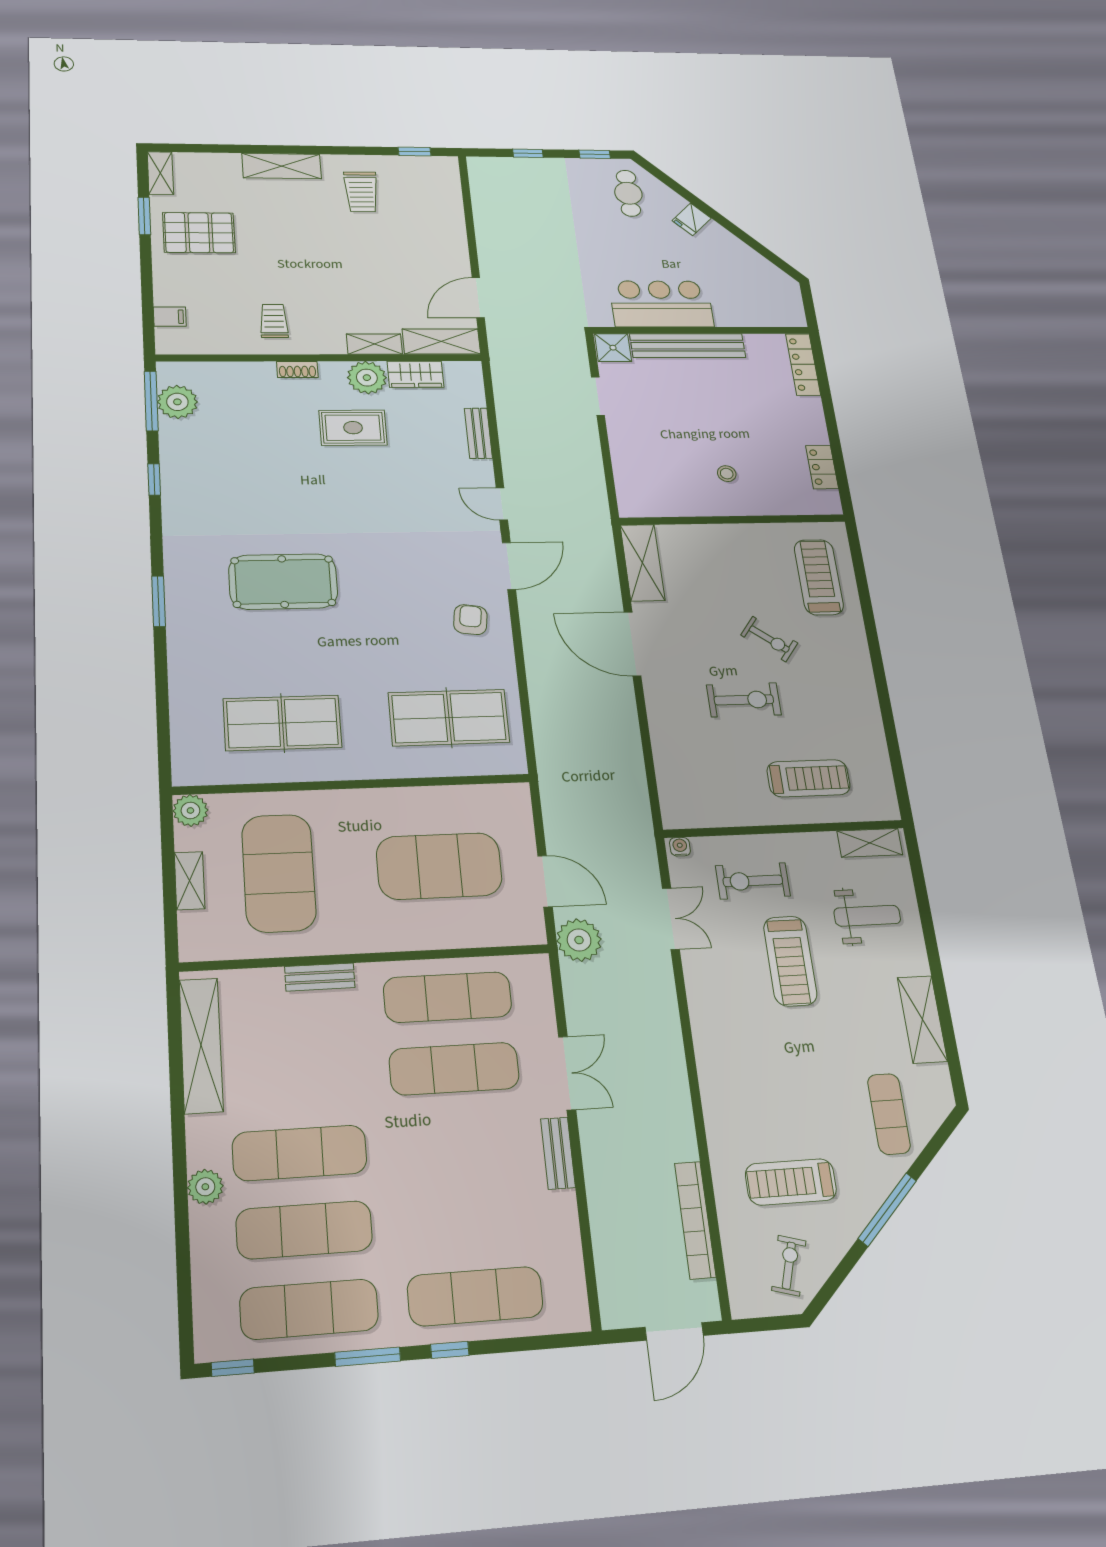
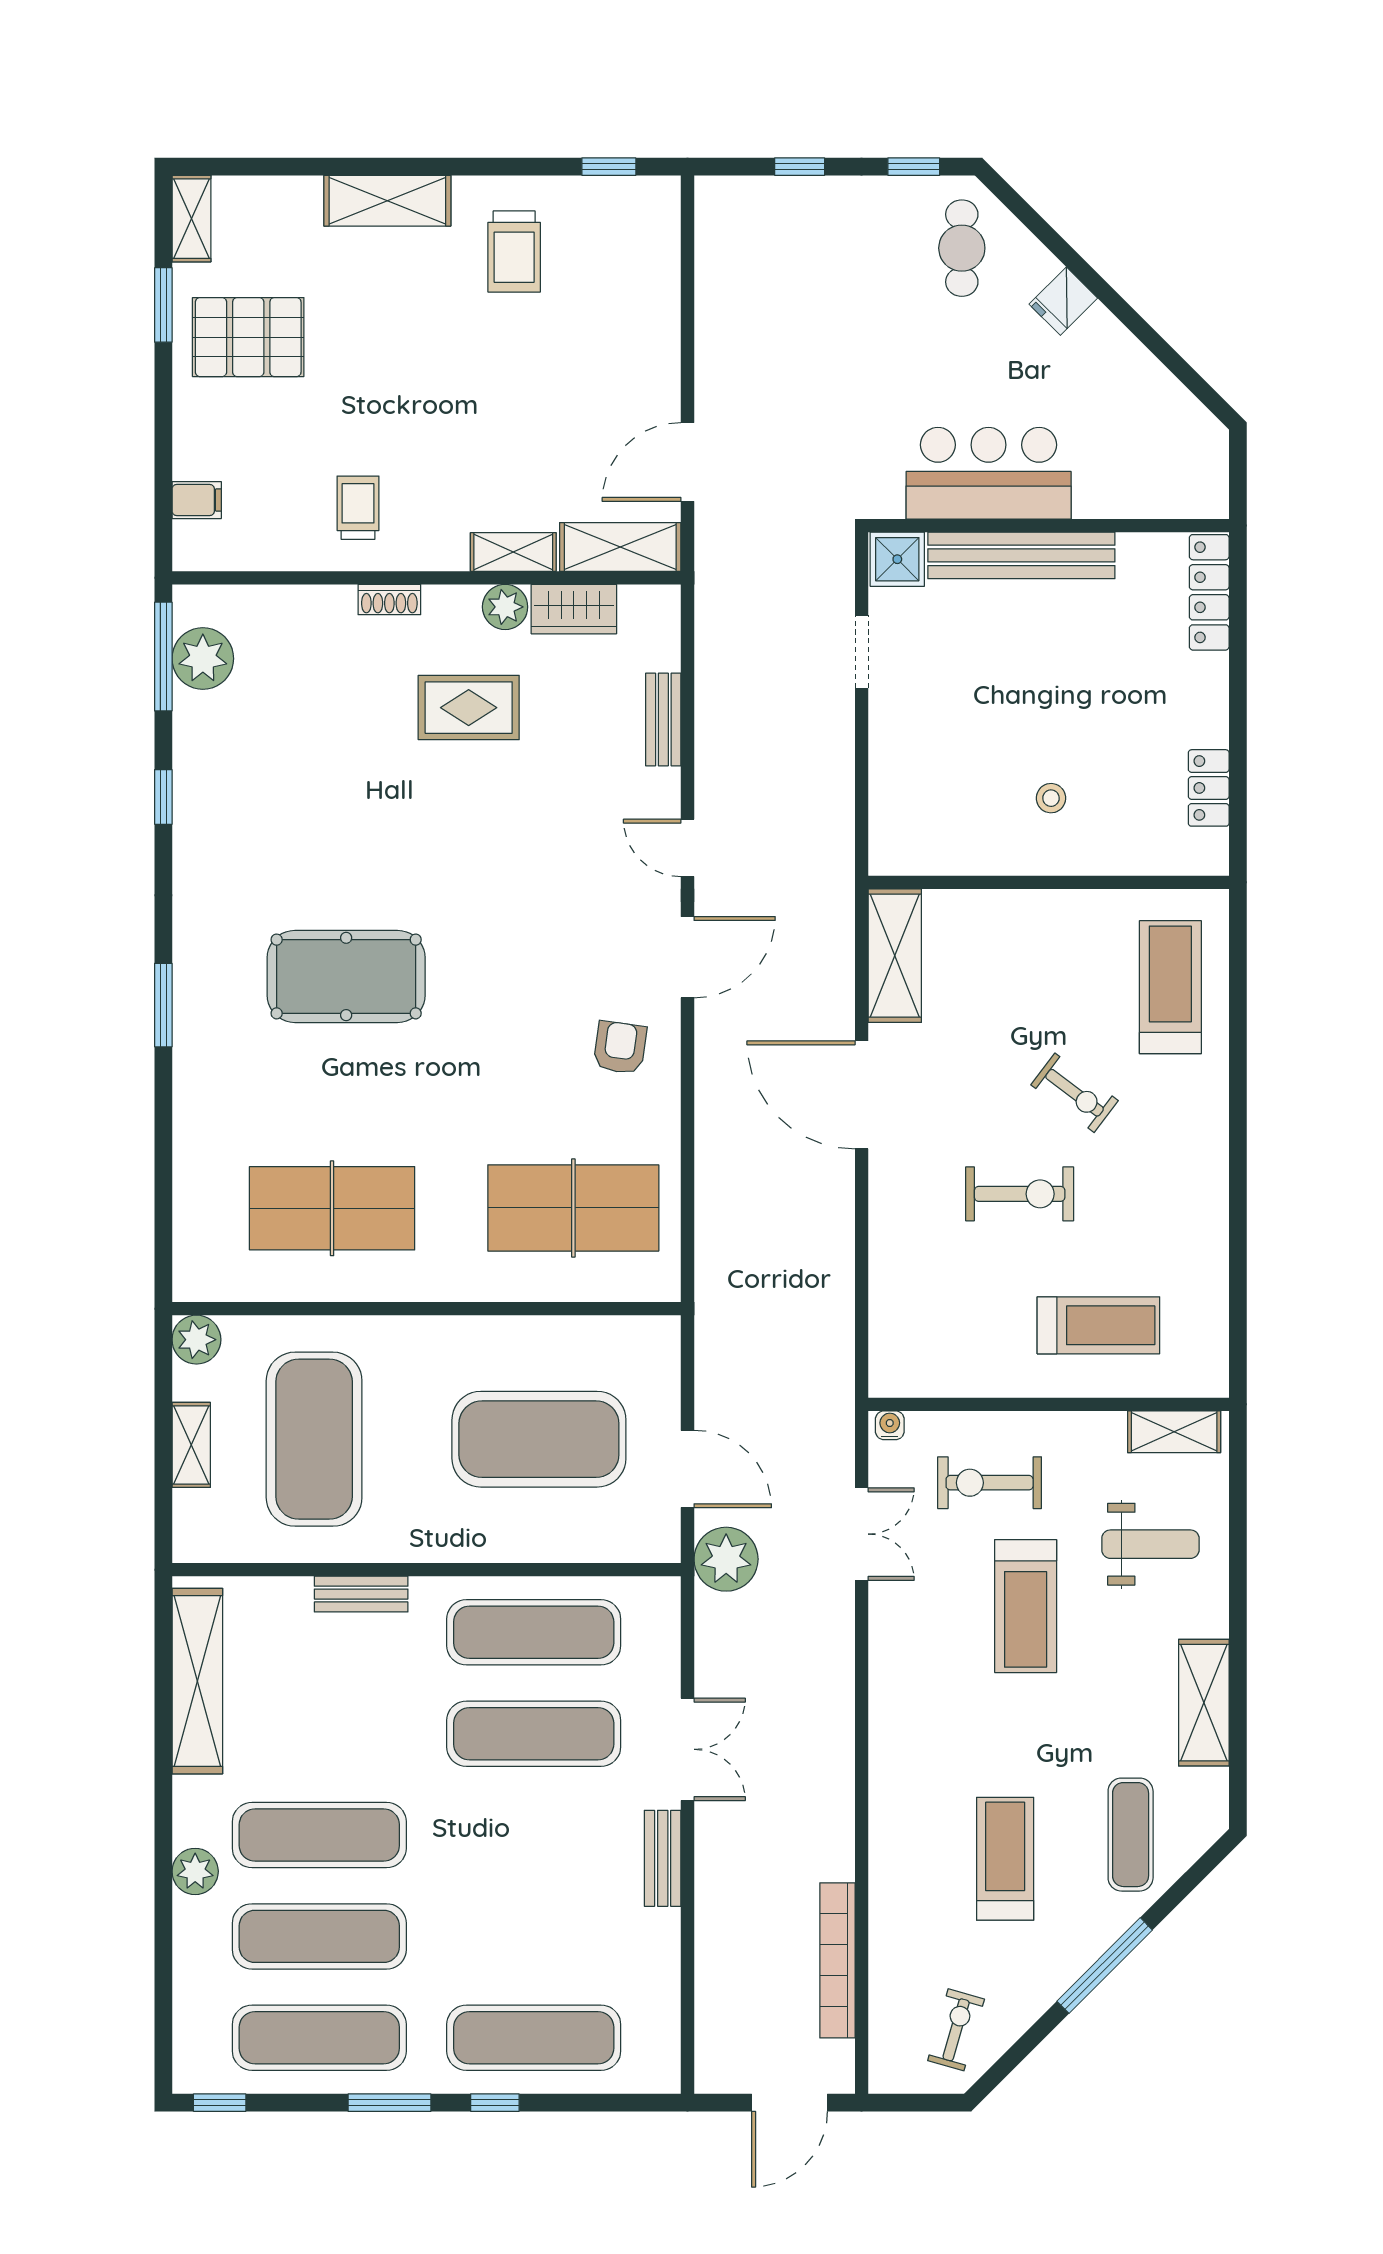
plant: (367, 378) -> (505, 607), width x0.73, depth x0.73
treadmill: (791, 1182) -> (1005, 1859), moved, turned 90

